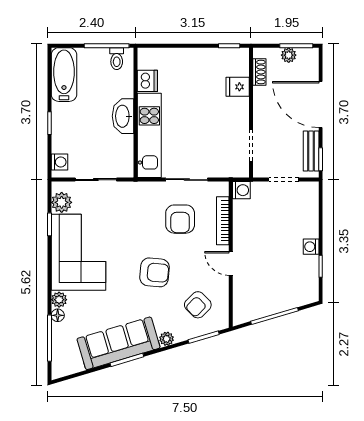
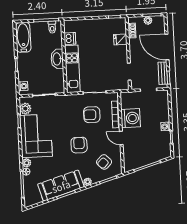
washing machine: (241, 190) -> (131, 118), moved, width x1.89, depth x1.89
armchair: (180, 219) -> (92, 115), turned 90
armchair: (155, 272) -> (79, 145), turned -95

